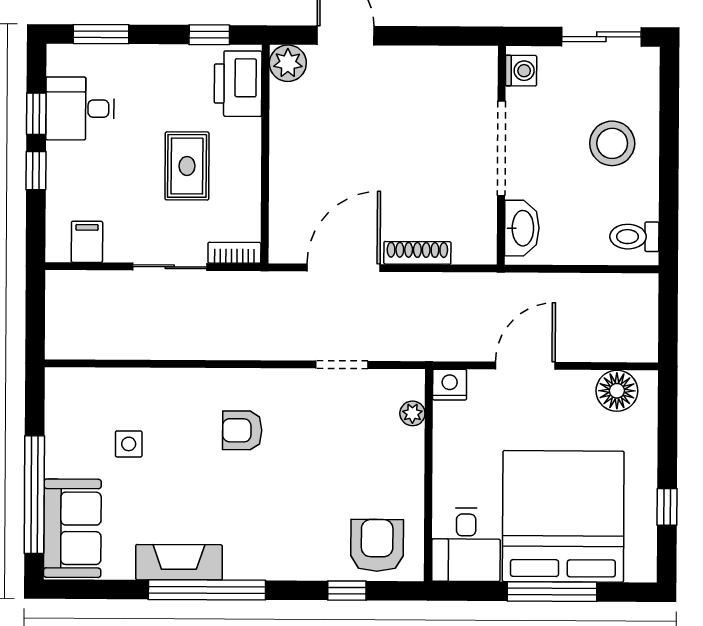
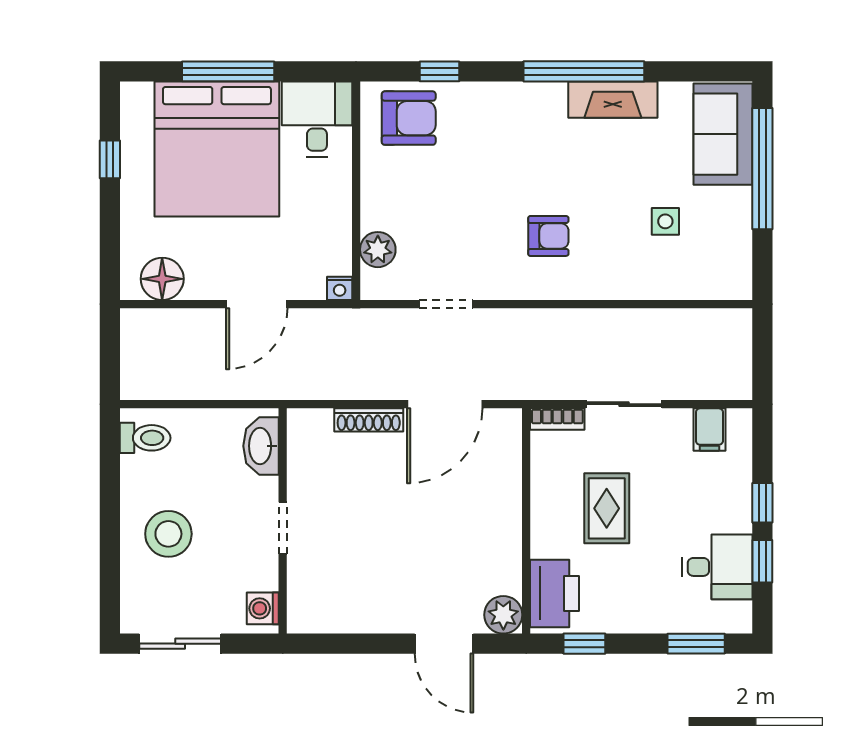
doorway: (501, 148) -> (283, 528), width x0.53
nightstand: (450, 385) -> (340, 288), width x0.72, depth x0.74
plant: (412, 413) -> (378, 250), width x1.38, depth x1.38
armchair: (377, 545) -> (409, 118), turned -90

